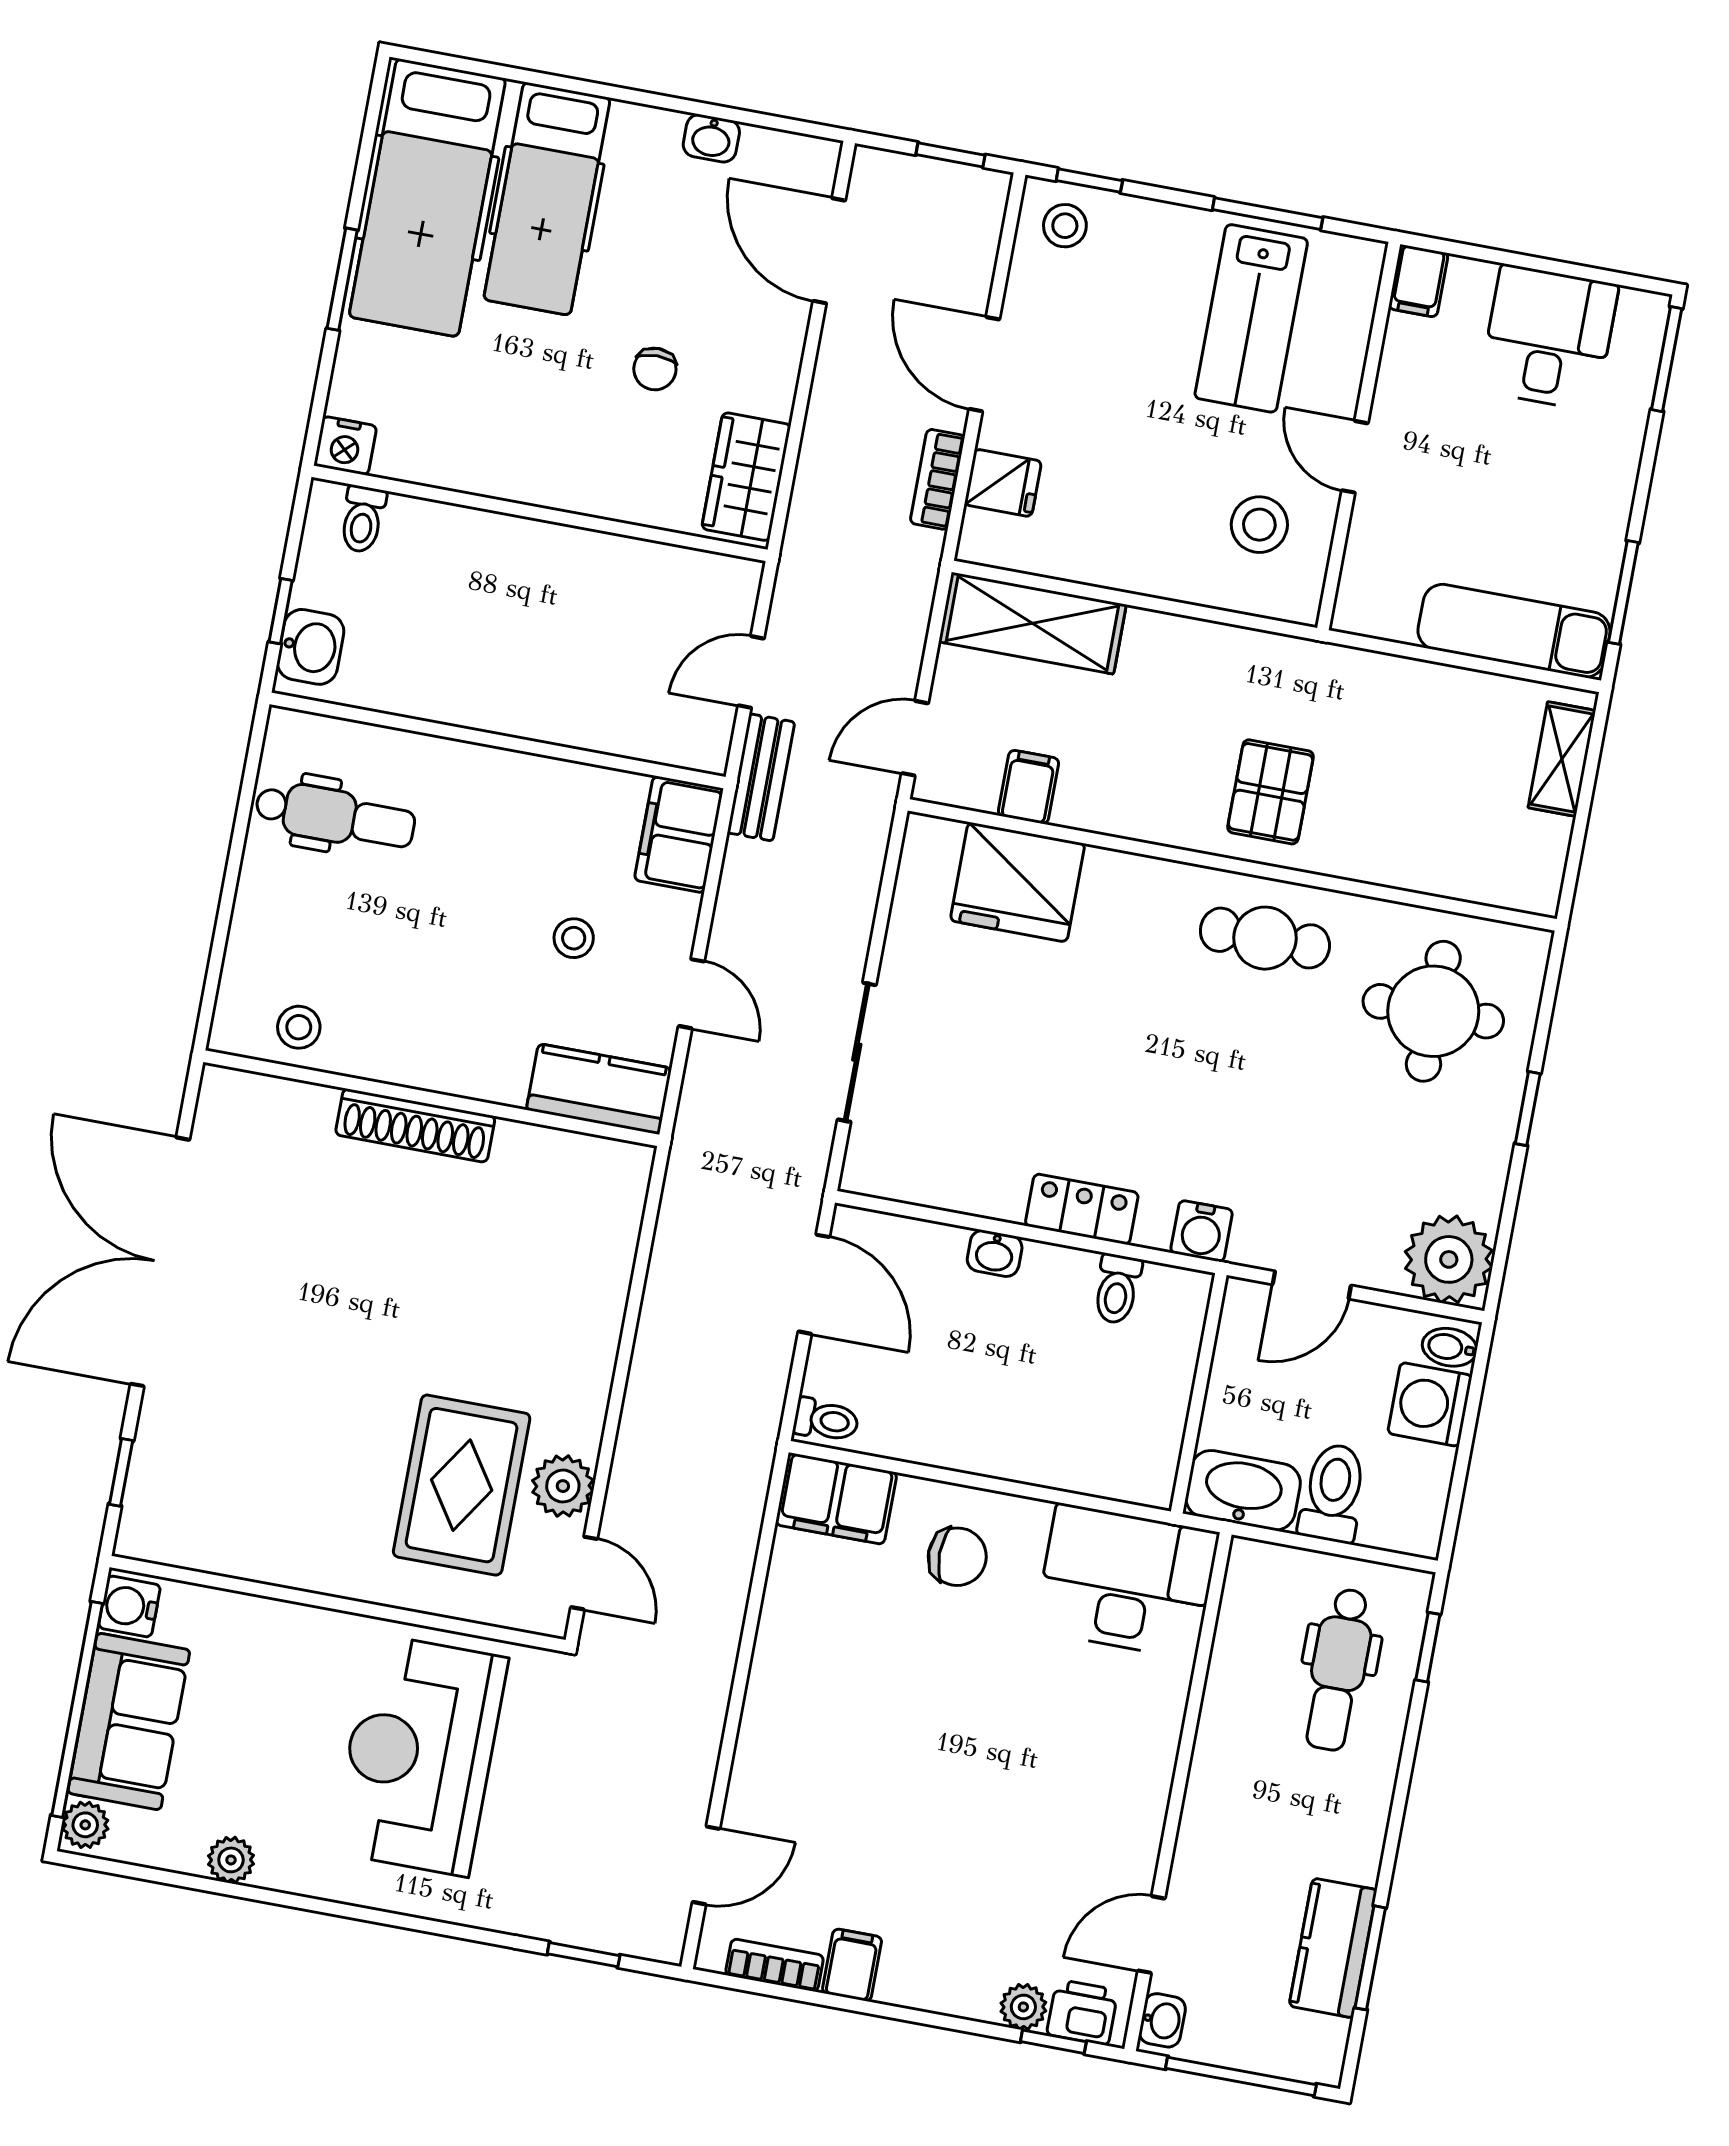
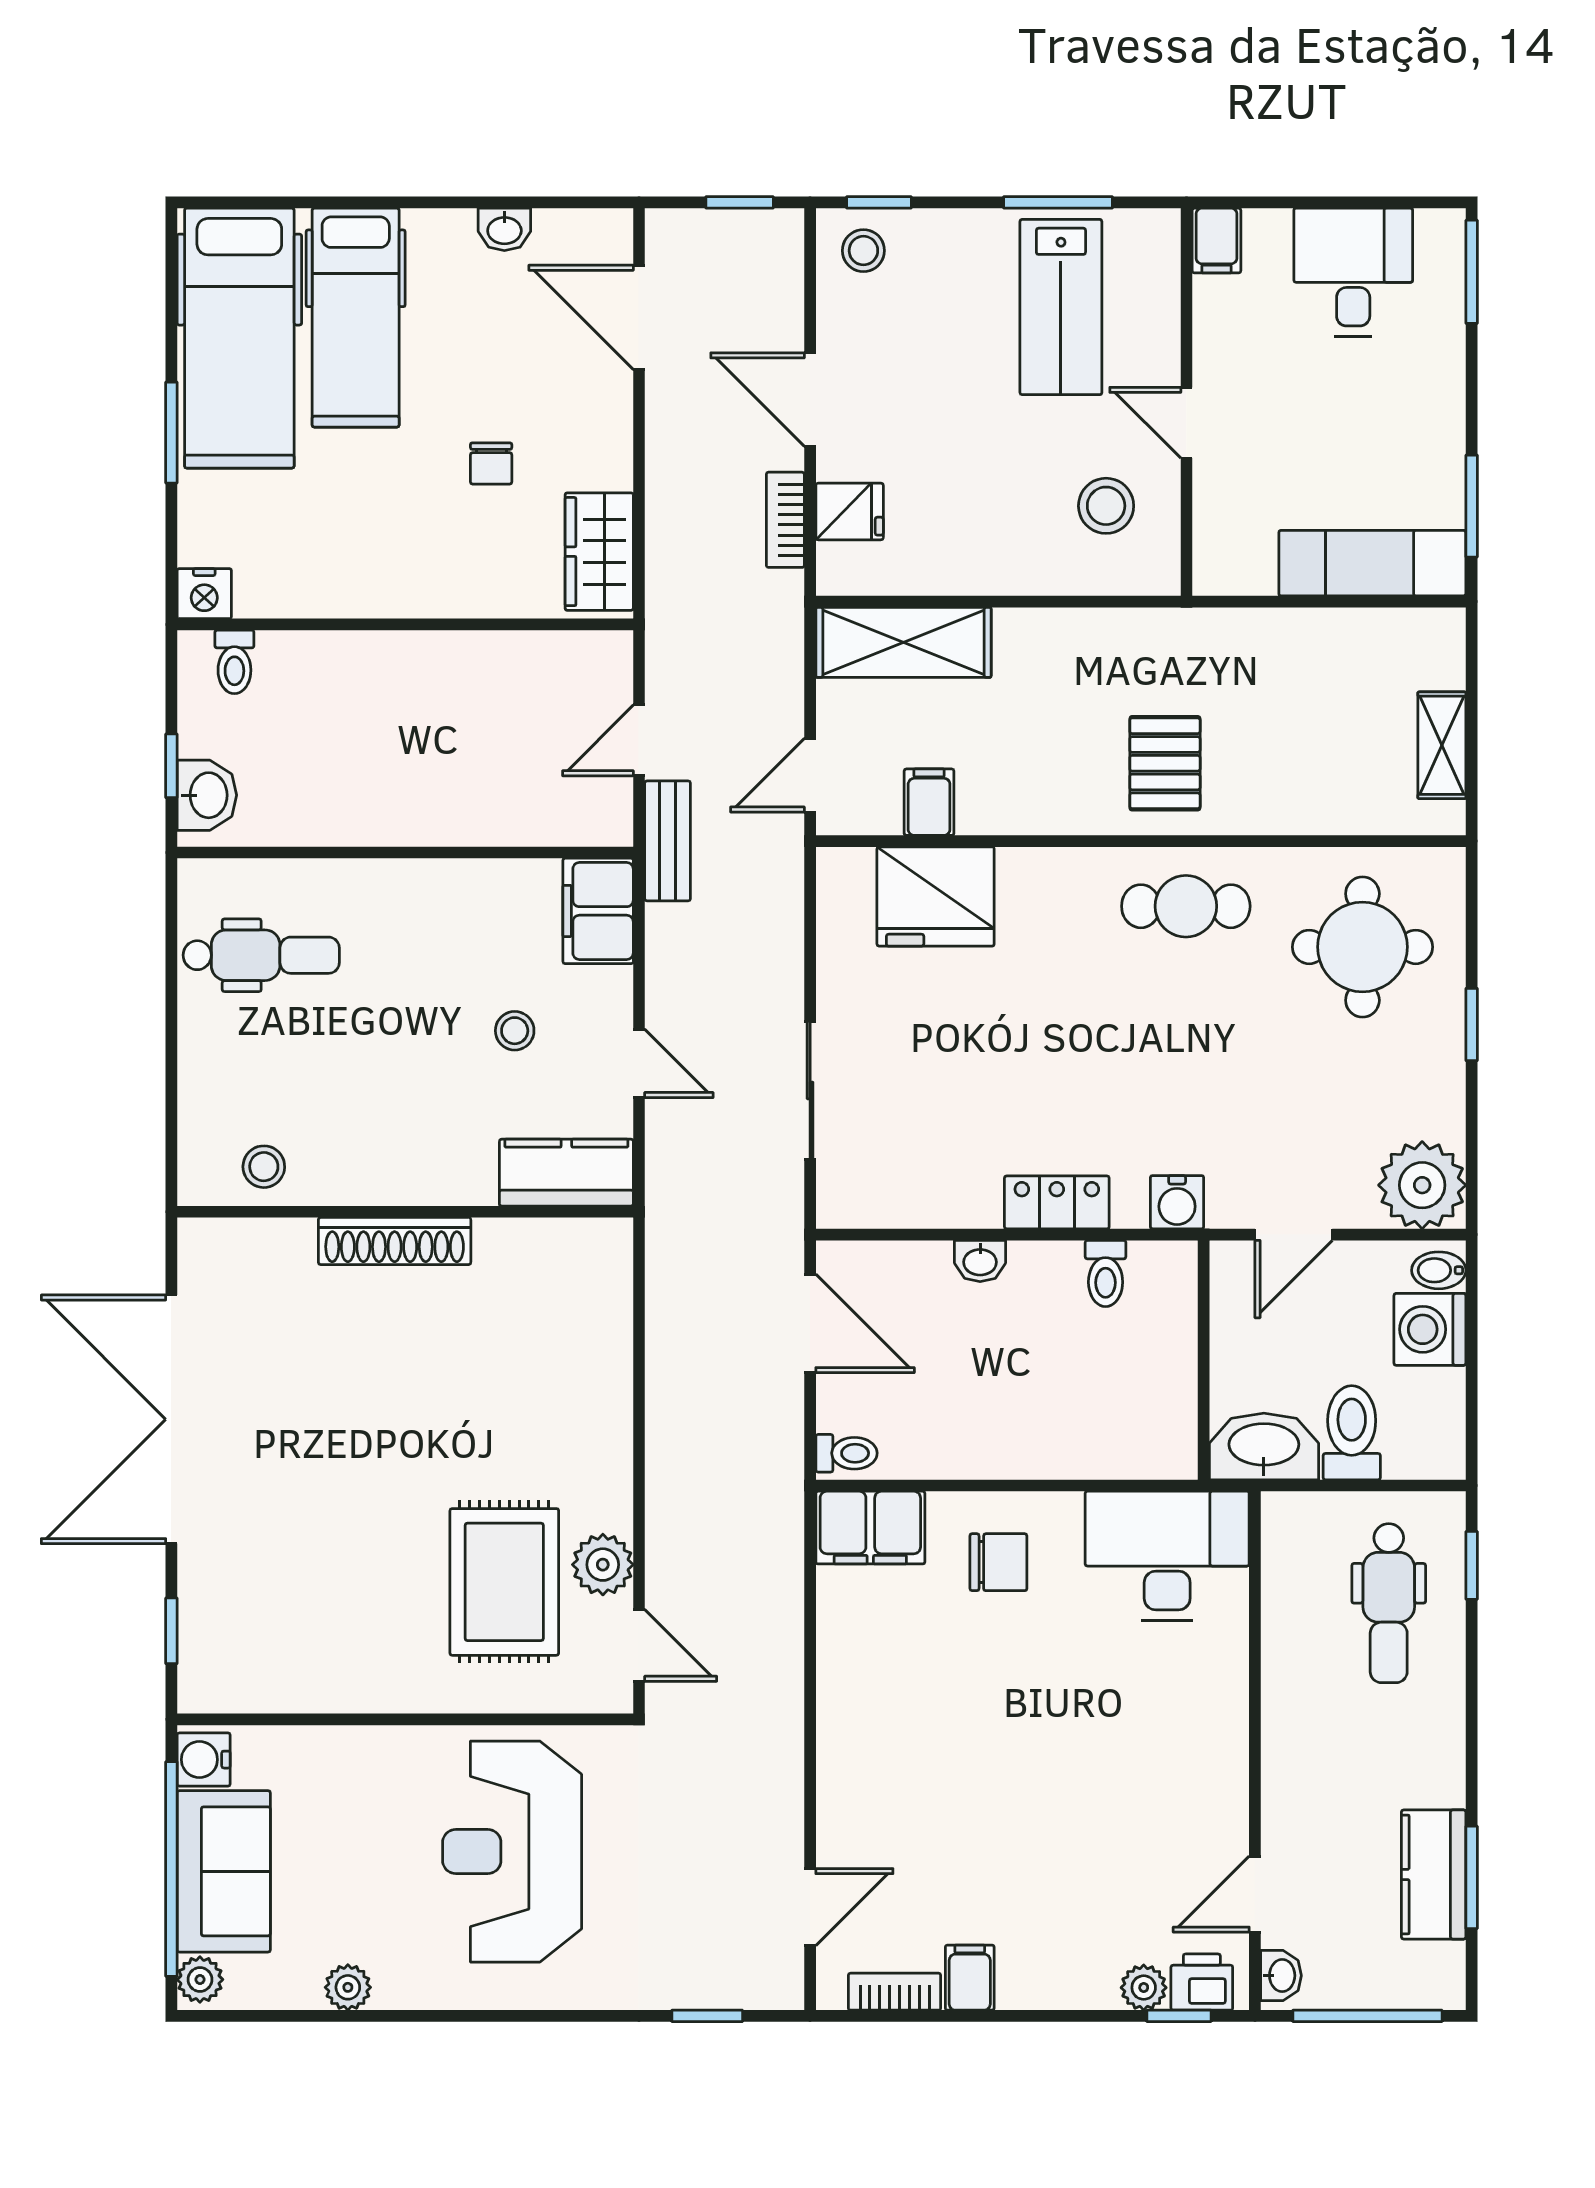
shelving: (1562, 759) -> (1442, 745), moved

